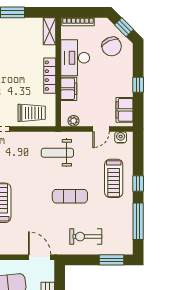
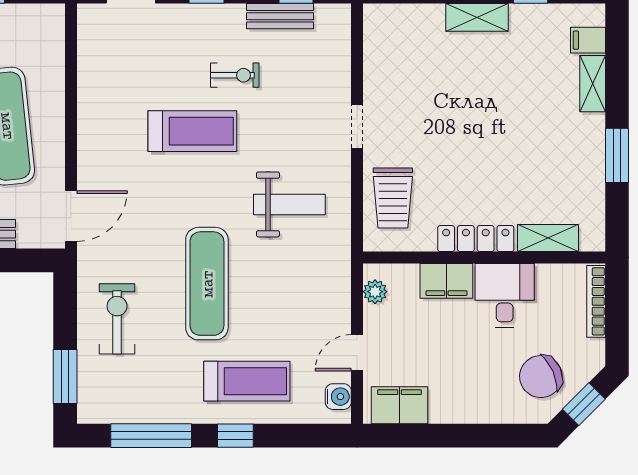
shelving: (49, 31) -> (548, 238), moved
desk: (75, 58) -> (505, 295), width x0.73
window: (138, 85) -> (456, 436), removed
door: (101, 129) -> (357, 353), hinge flipped
weight bench: (57, 153) -> (289, 204), moved, turned 90
treadmill: (114, 178) -> (247, 381), turned 180
exercise mat: (70, 196) -> (207, 284), width x1.36, depth x1.45

